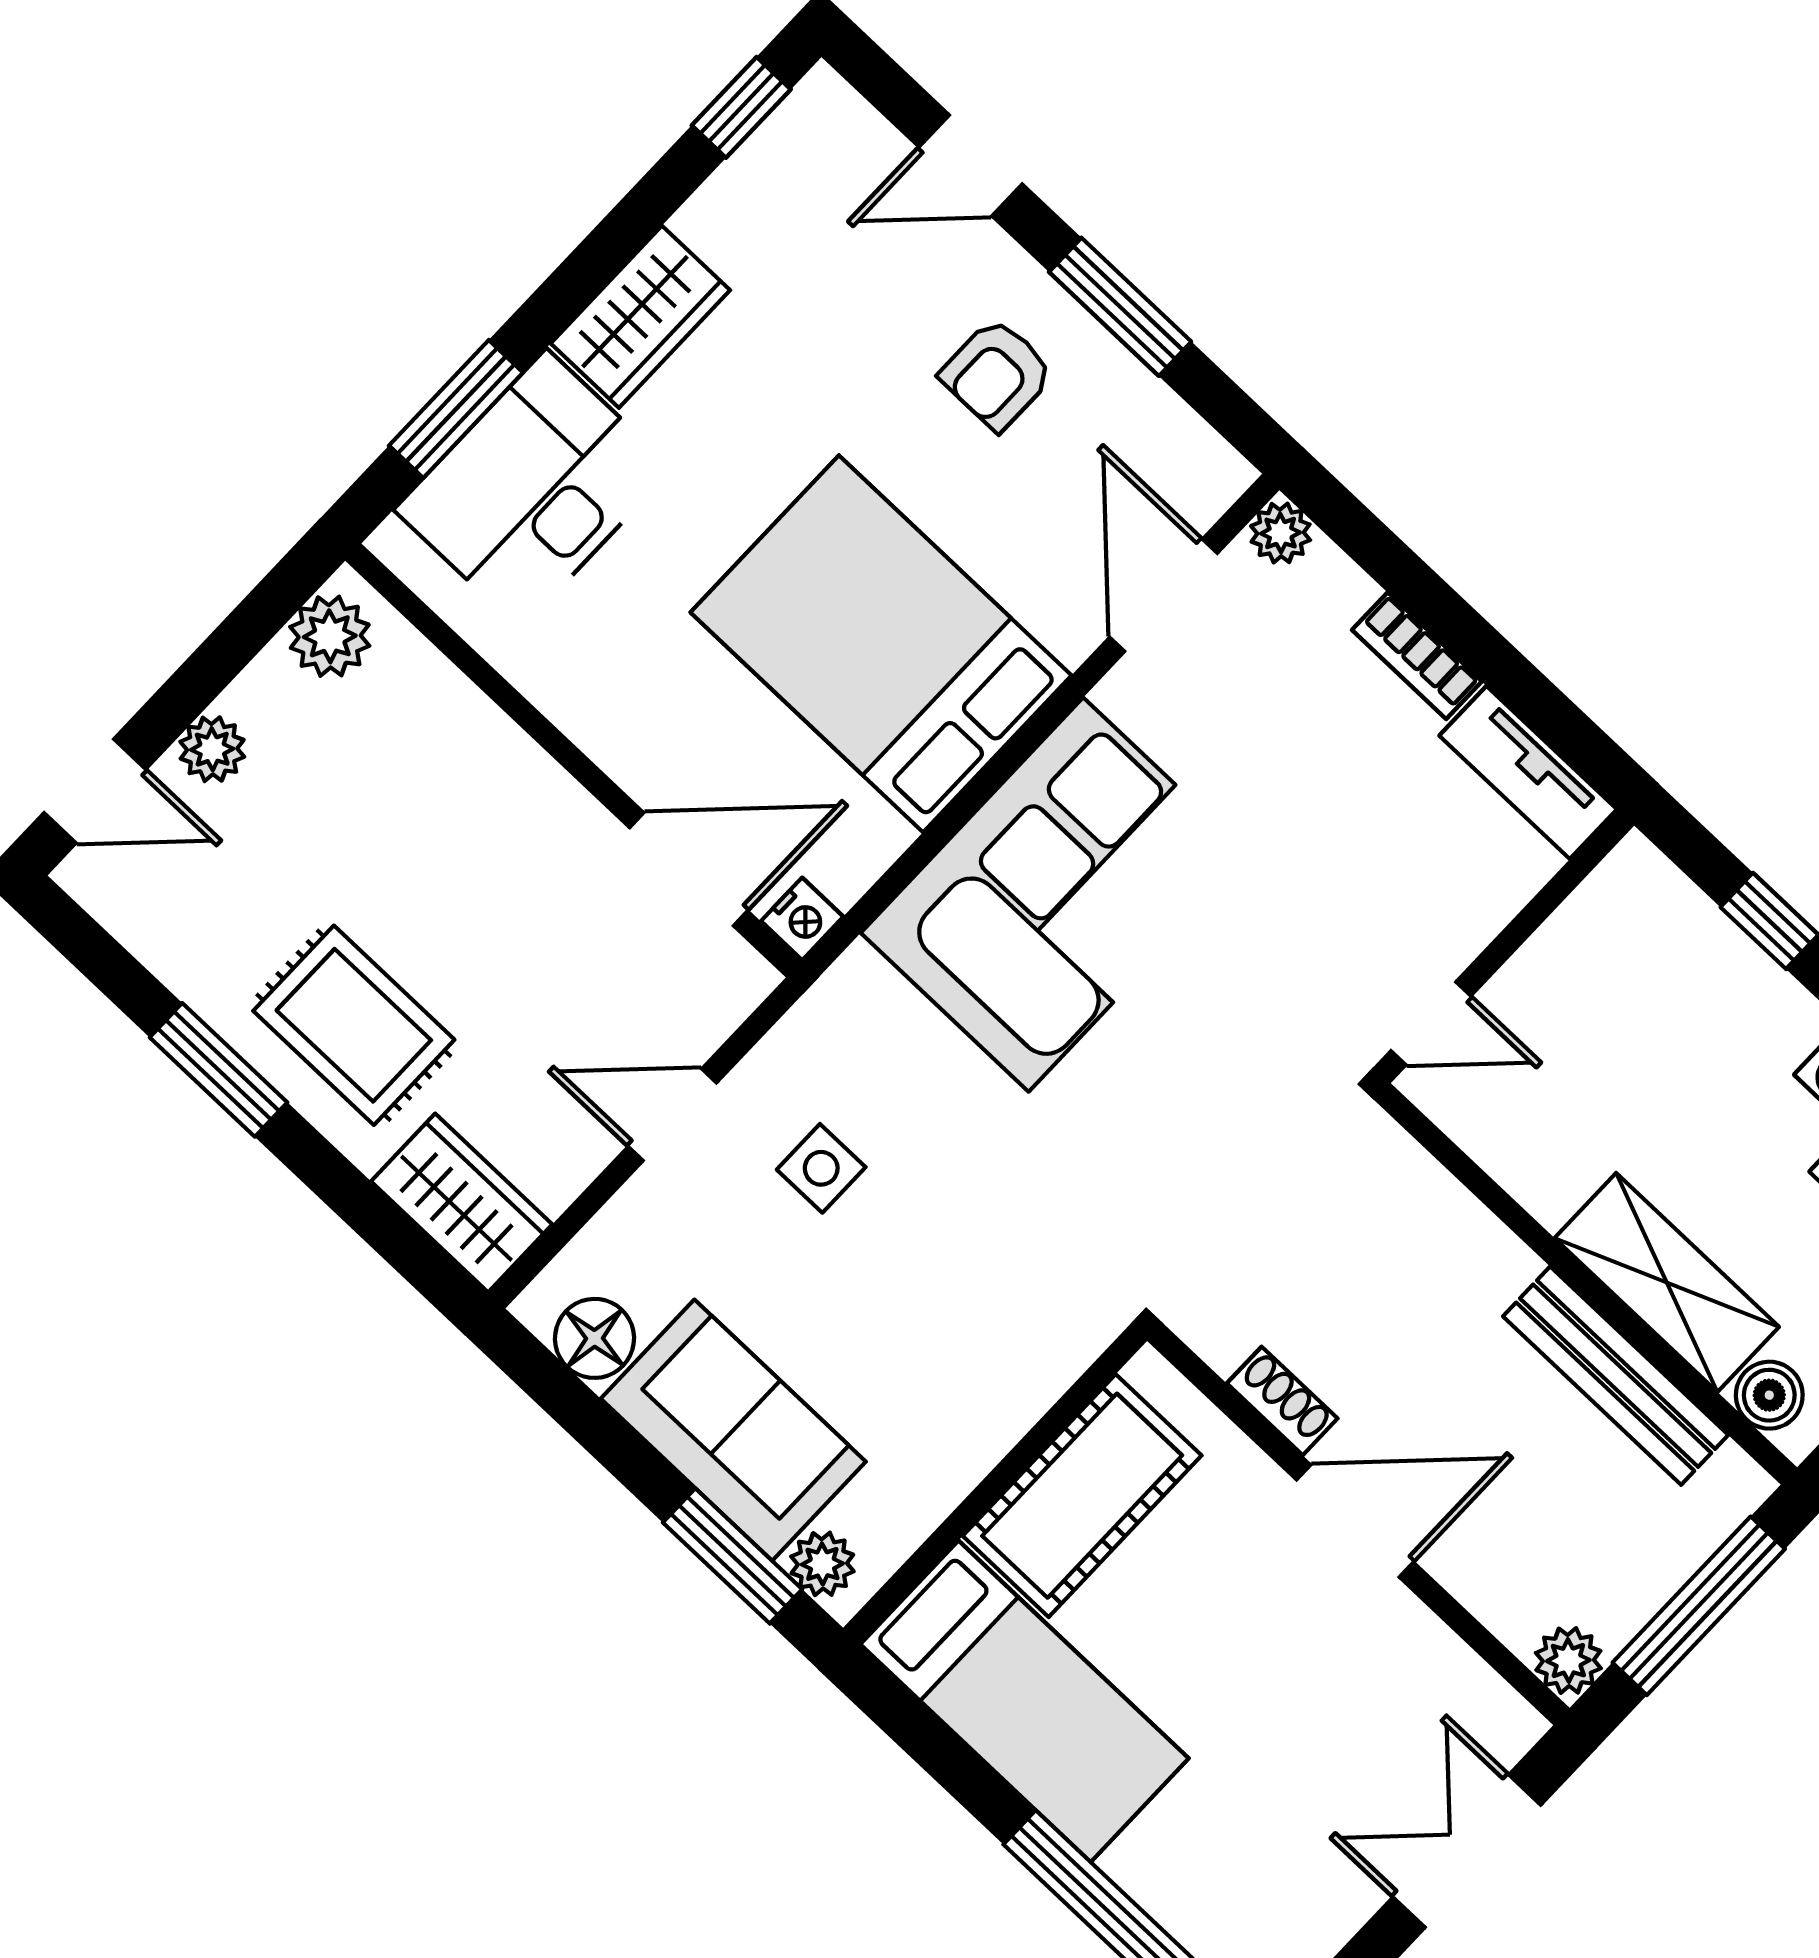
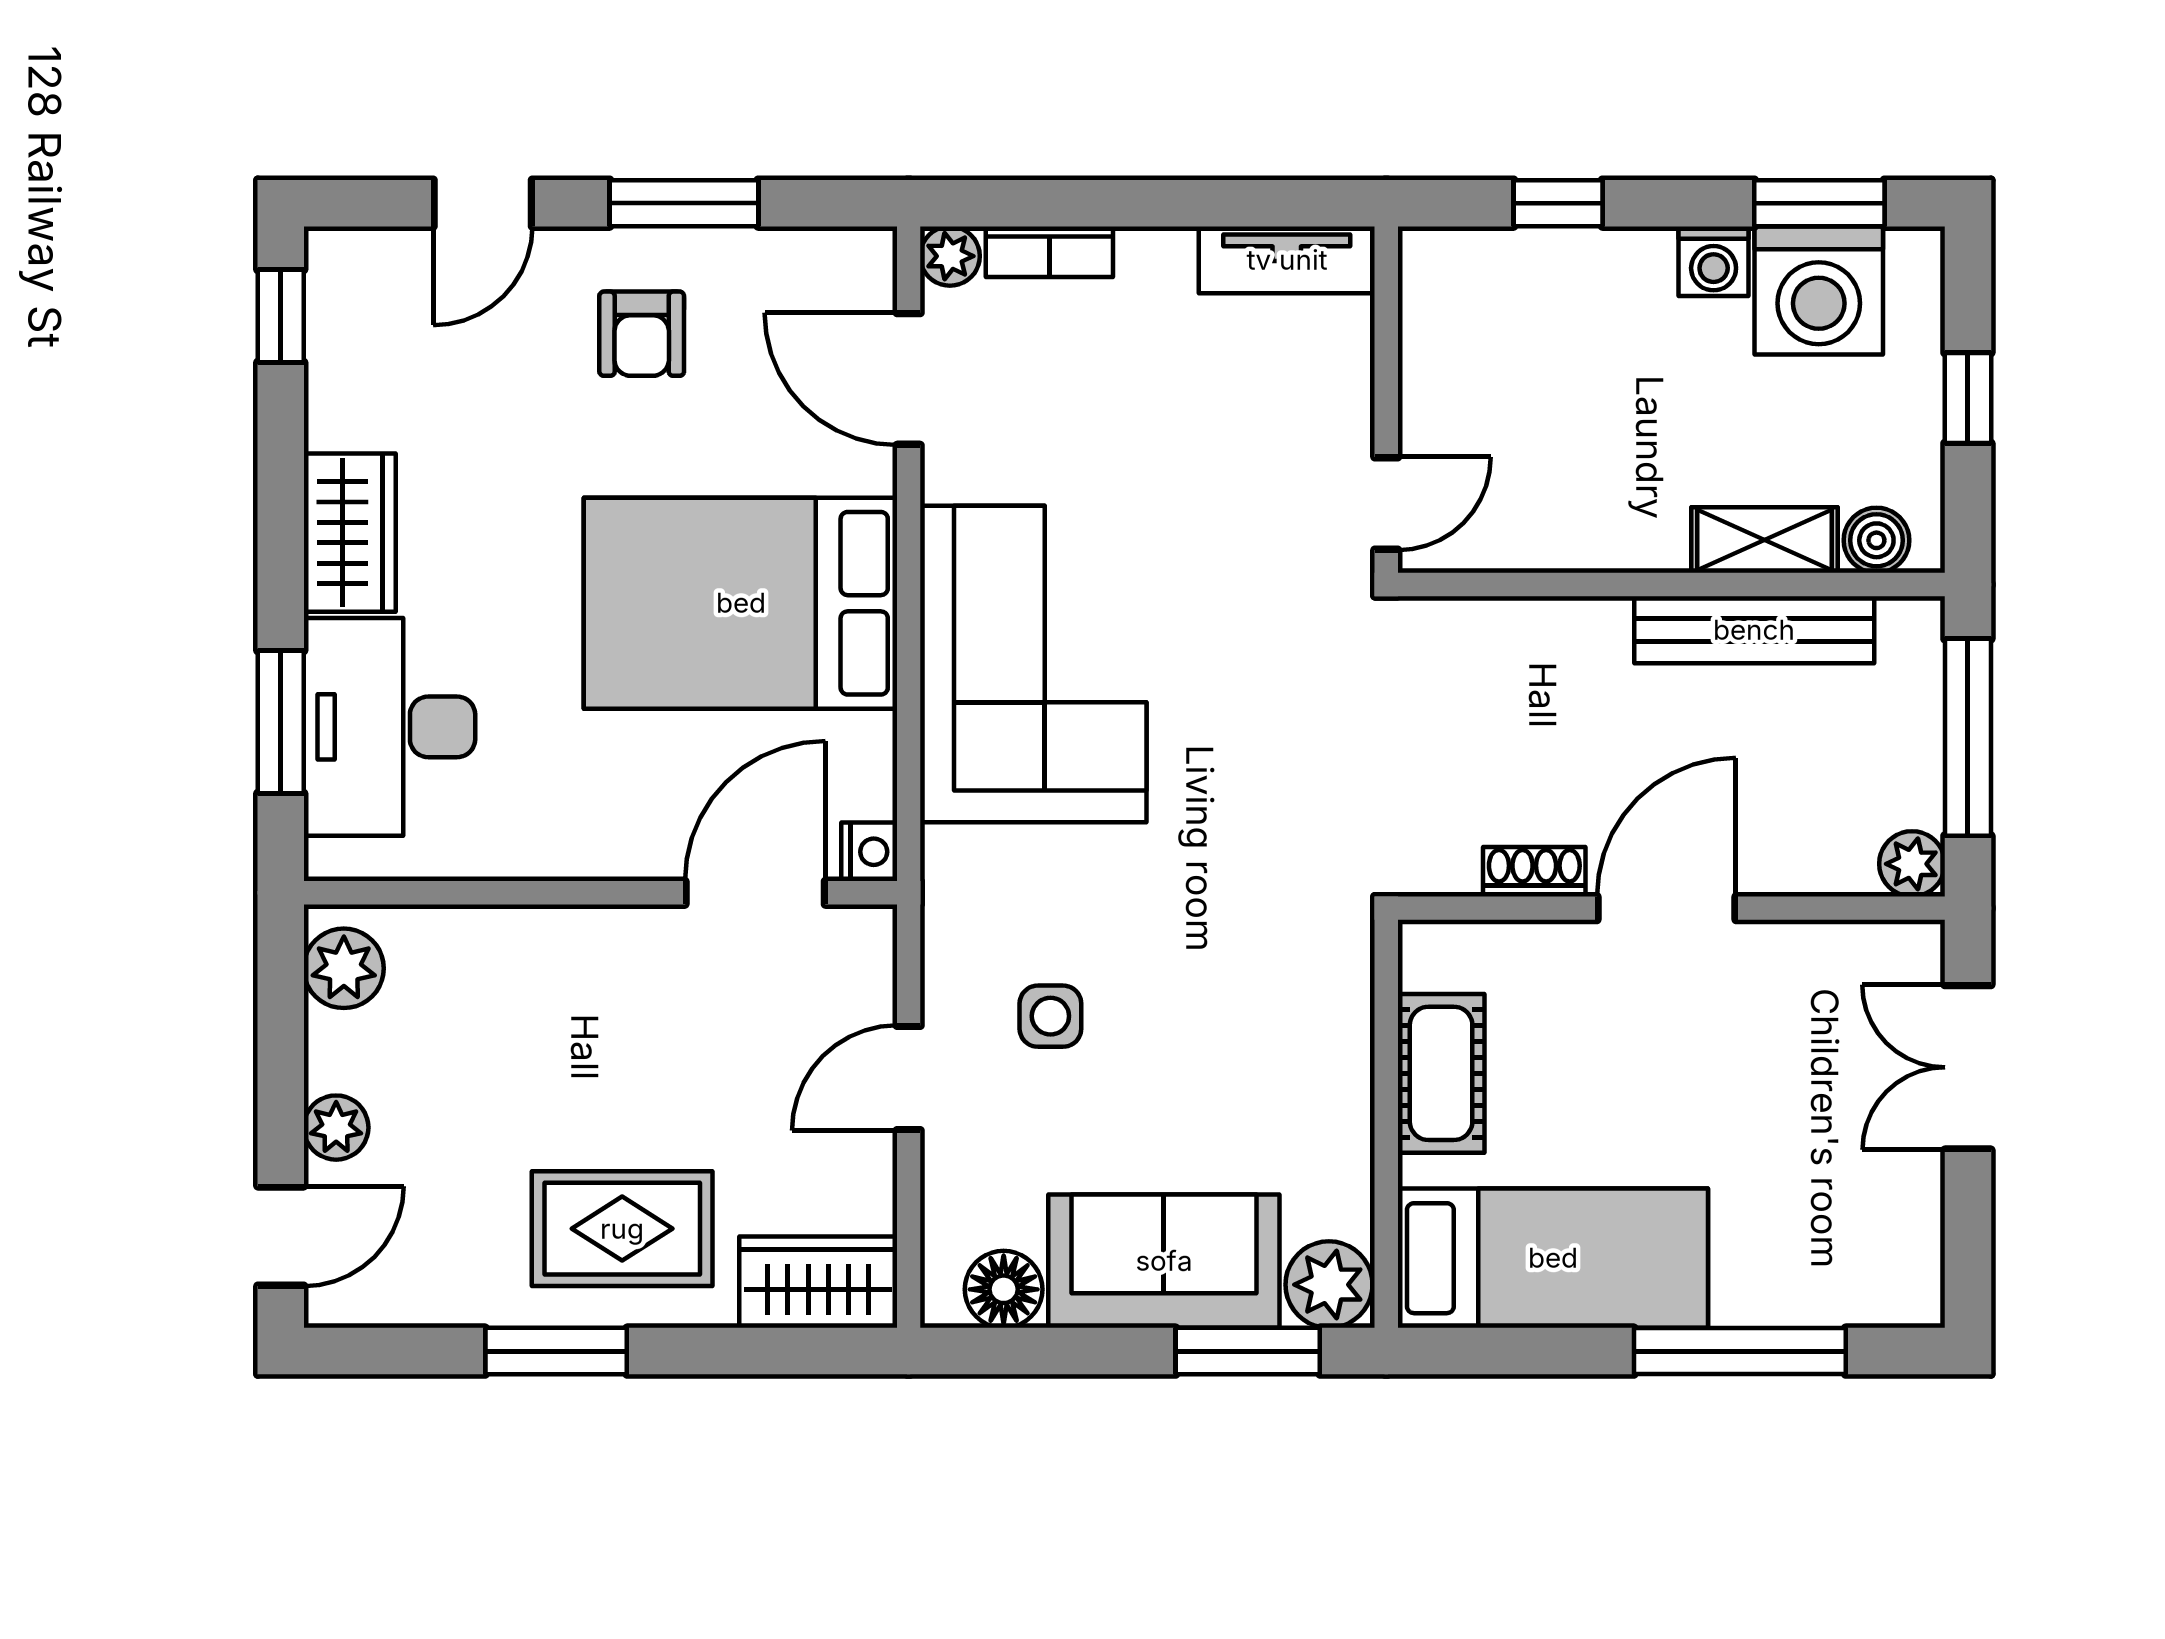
bookcase: (1417, 656) -> (1049, 252), moved
shelving: (1667, 1283) -> (1765, 540), width x0.67, depth x0.75
cot: (1082, 1496) -> (1441, 1073), width x0.73, depth x0.75
plant: (822, 1564) -> (1329, 1285), width x1.38, depth x1.38

